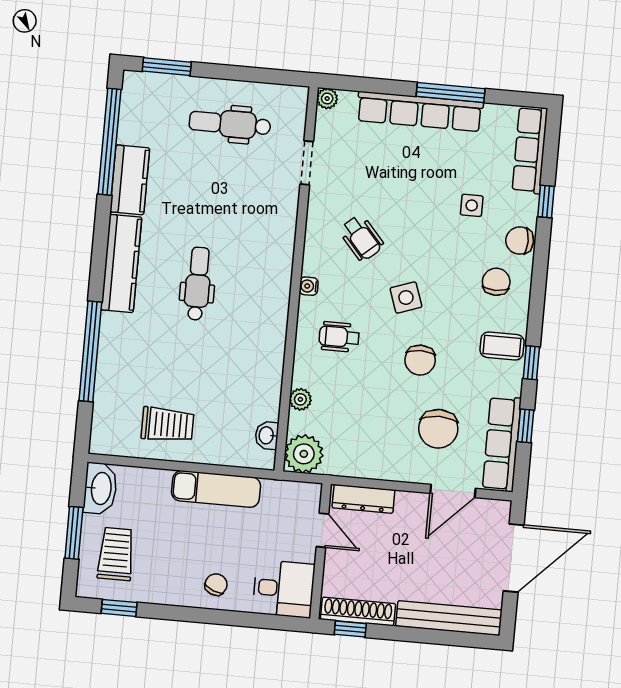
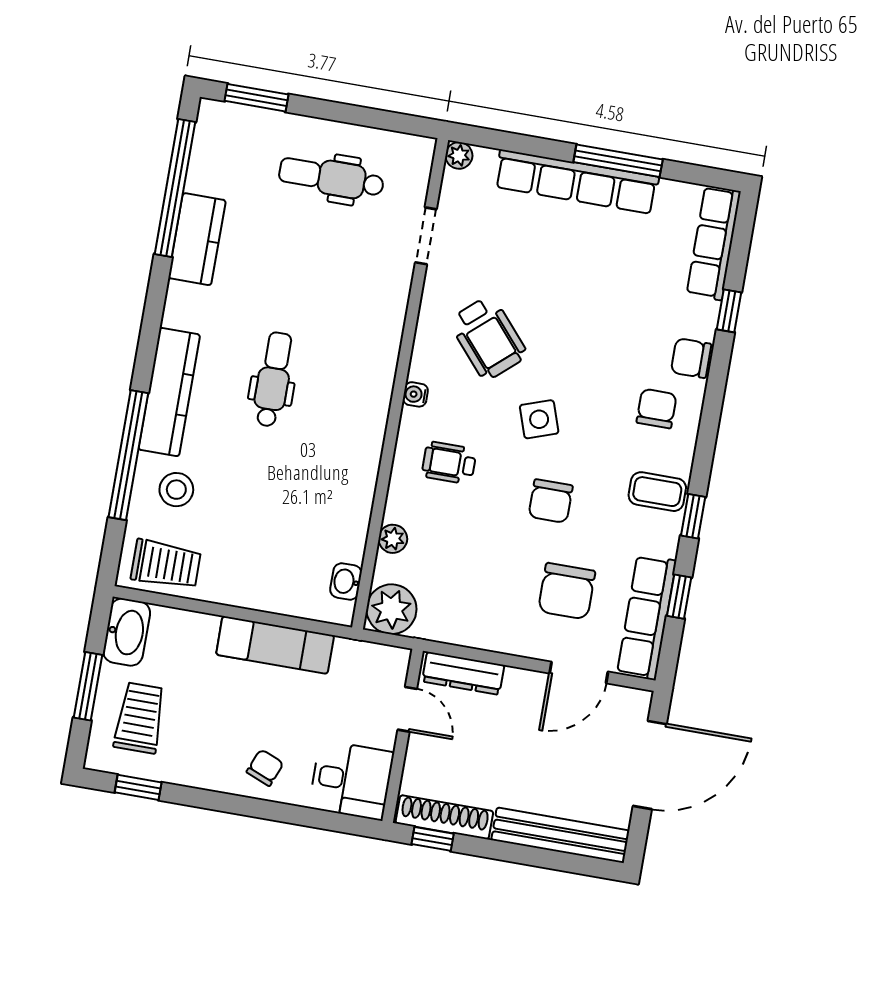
side table: (472, 205) -> (633, 308), removed
wheelchair: (361, 238) -> (488, 338), width x1.36, depth x1.37
kitchen counter: (121, 263) -> (169, 392), moved
stool: (130, 375) -> (176, 490), added
trolley: (168, 425) -> (166, 564), moved

